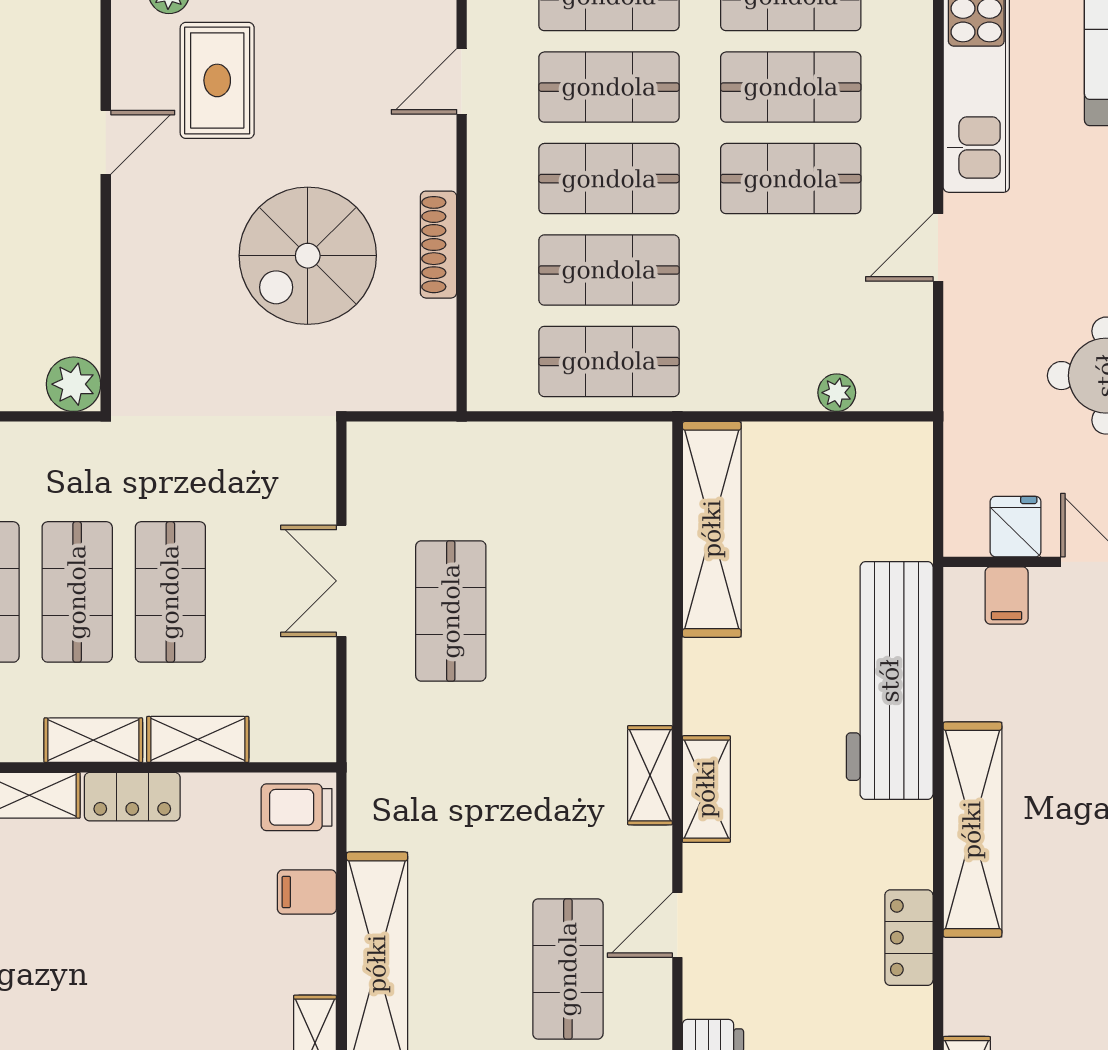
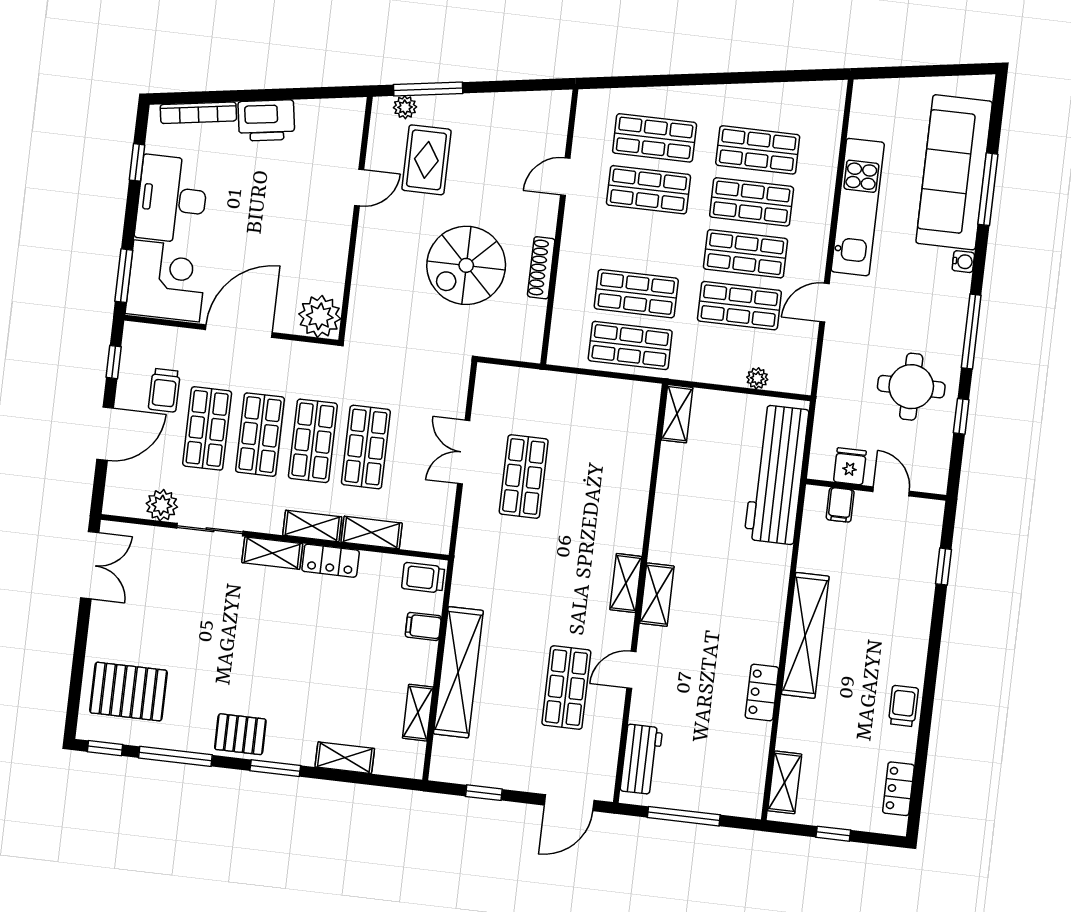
shop shelf: (609, 179) -> (739, 306), moved
plant: (74, 384) -> (320, 316), width x1.36, depth x1.36
shelving: (712, 529) -> (677, 414), width x0.45, depth x0.75
workbench: (890, 681) -> (776, 474), moved

